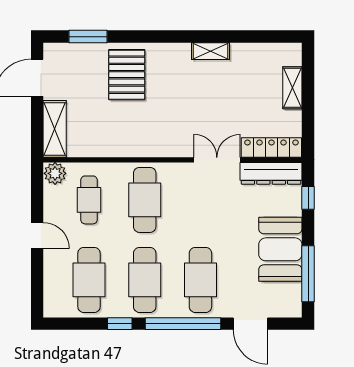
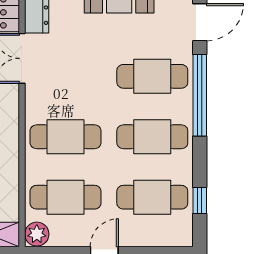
cafe table: (89, 200) -> (66, 197), width x1.37, depth x1.35
window: (120, 324) -> (200, 200), moved

